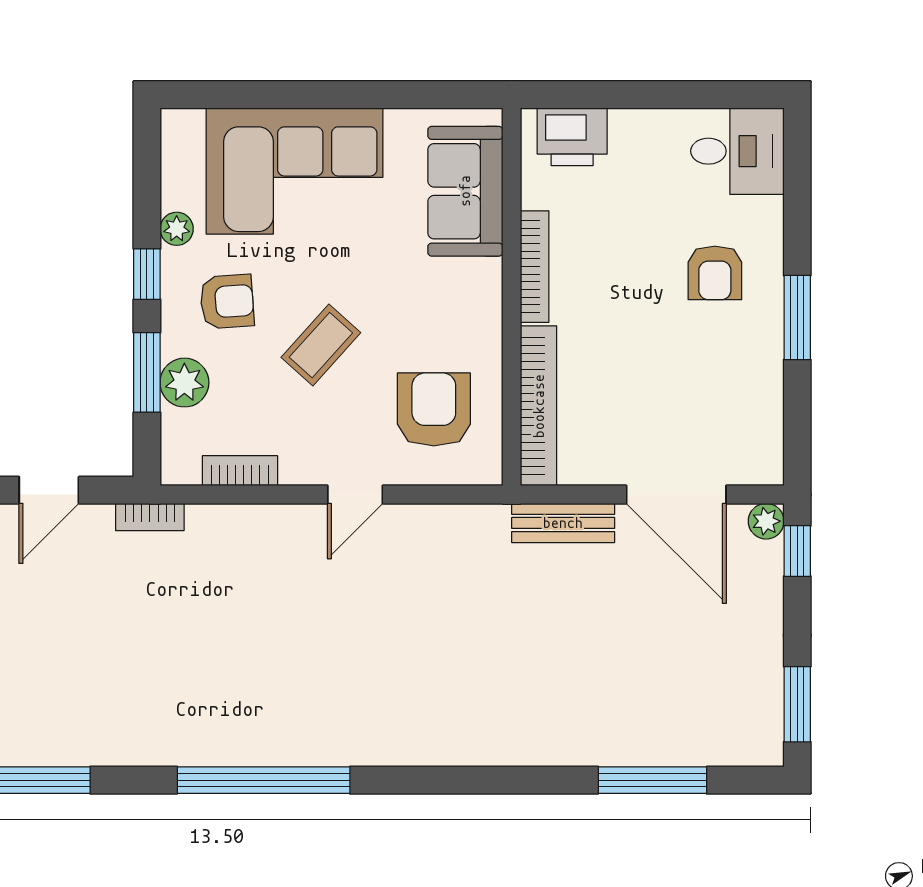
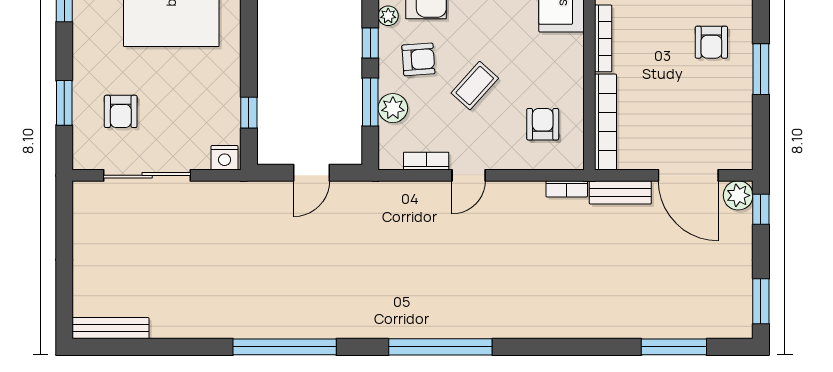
armchair: (434, 409) -> (543, 124), width x0.72, depth x0.72
door: (355, 495) -> (469, 175), moved
bookcase: (150, 517) -> (567, 189), moved
plant: (766, 521) -> (738, 195), width x1.38, depth x1.38

